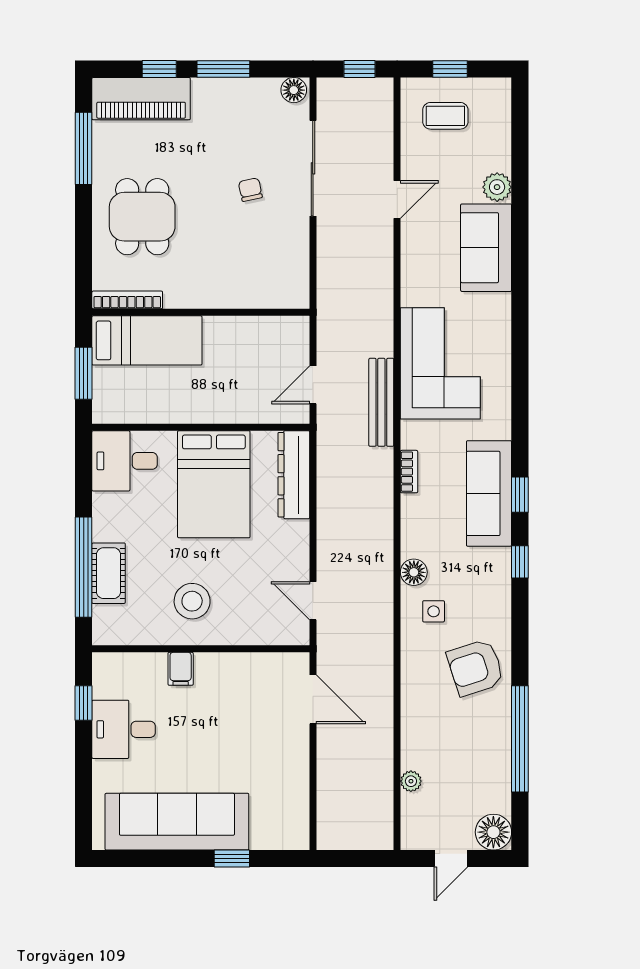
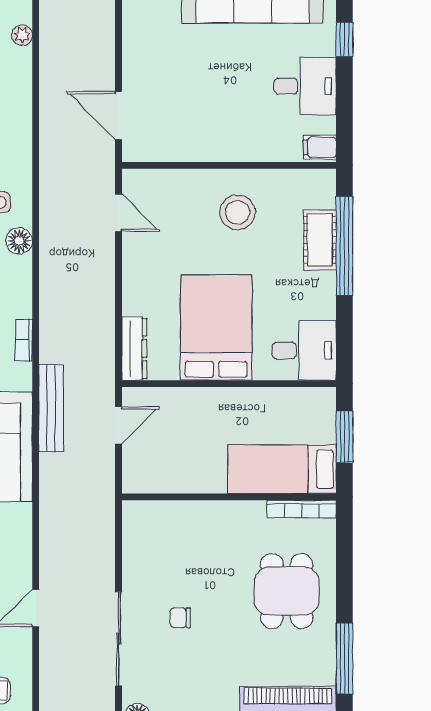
chair: (250, 190) -> (180, 618), turned 102
dresser: (294, 475) -> (134, 349), width x0.73, depth x0.80
filing cabinet: (181, 669) -> (320, 147), moved, turned -90
window: (84, 703) -> (344, 39), moved

